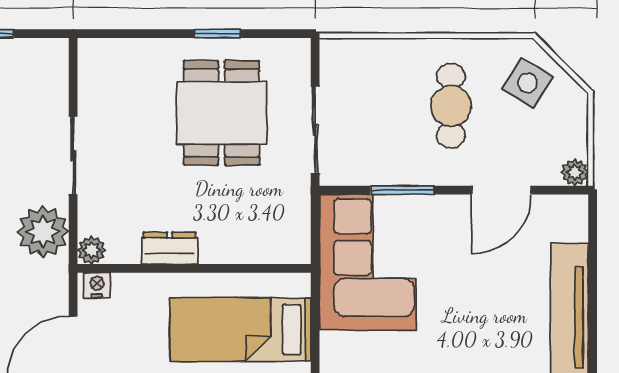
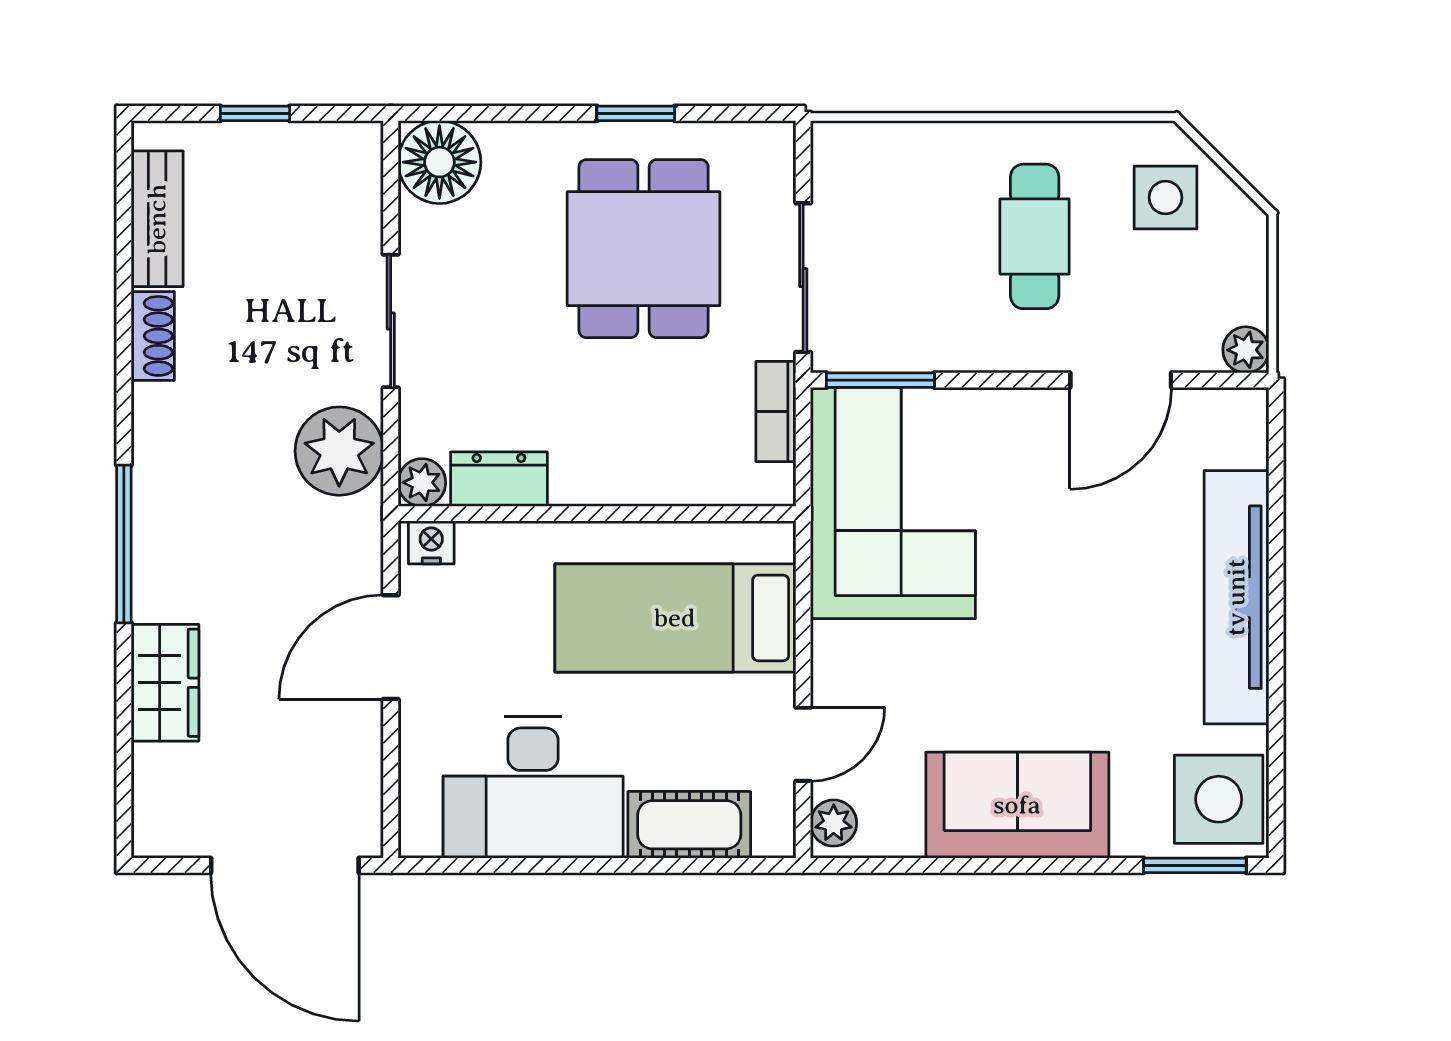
floor lamp: (102, 62) -> (439, 162), added
side table: (528, 83) -> (1165, 198), turned -32
window: (402, 190) -> (880, 380), moved
bookcase: (299, 208) -> (776, 412), added
dresser: (170, 248) -> (499, 479), moved

